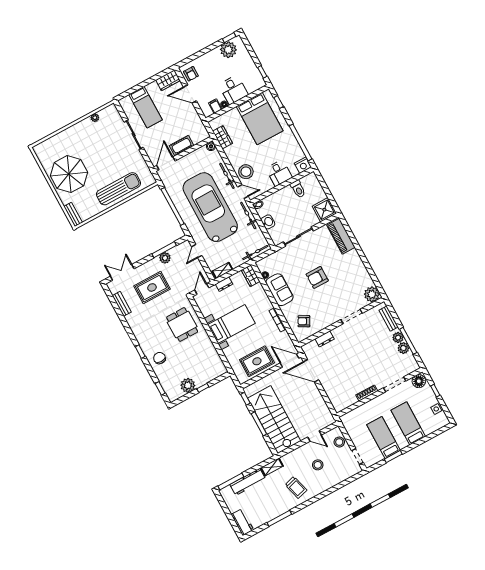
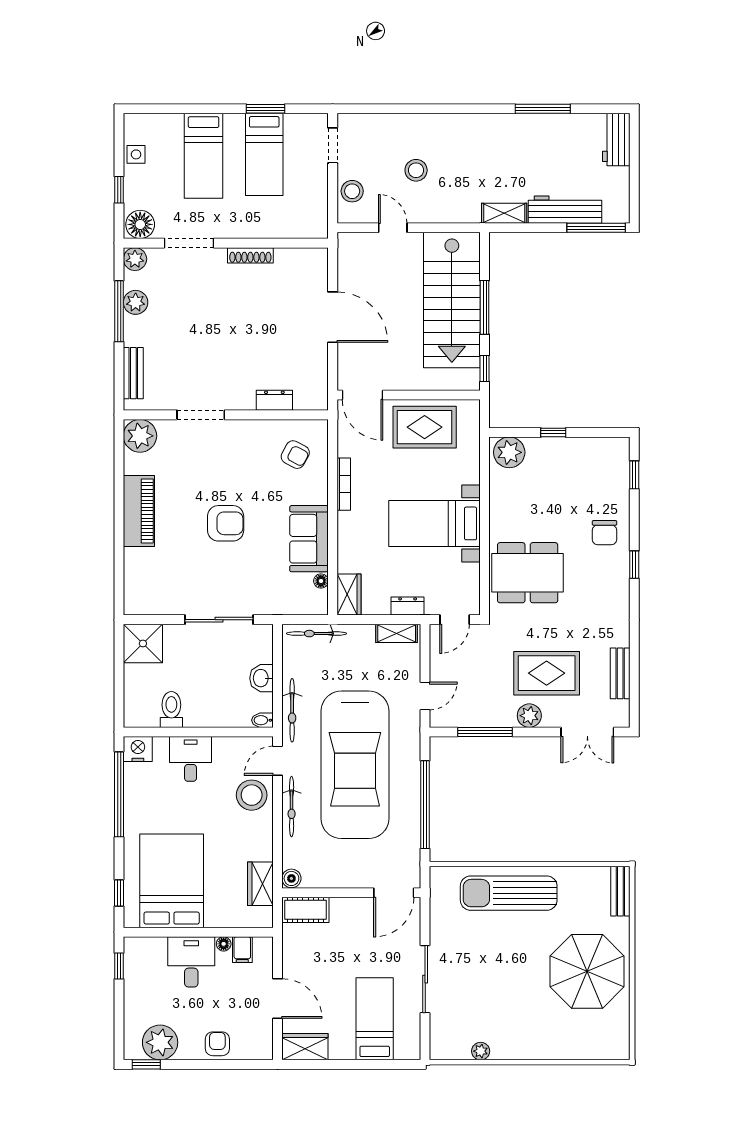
armchair: (191, 74) -> (217, 1044), moved
cot: (182, 146) -> (305, 910), moved
door: (243, 192) -> (278, 761), hinge flipped
piano: (341, 236) -> (139, 511), moved
plant: (165, 258) -> (529, 716), moved
dining table: (182, 324) -> (528, 573), width x1.38
plant: (398, 338) -> (135, 259), moved
door: (311, 371) -> (333, 317), moved
plant: (188, 385) -> (509, 452), moved
trolley: (296, 487) -> (480, 150), removed

